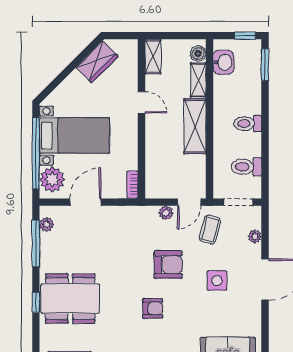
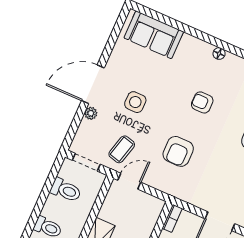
plant: (166, 213) -> (154, 181), removed
plant: (255, 236) -> (91, 113), moved
armchair: (168, 265) -> (178, 151), moved, turned -90

